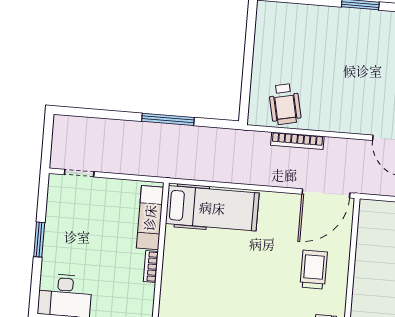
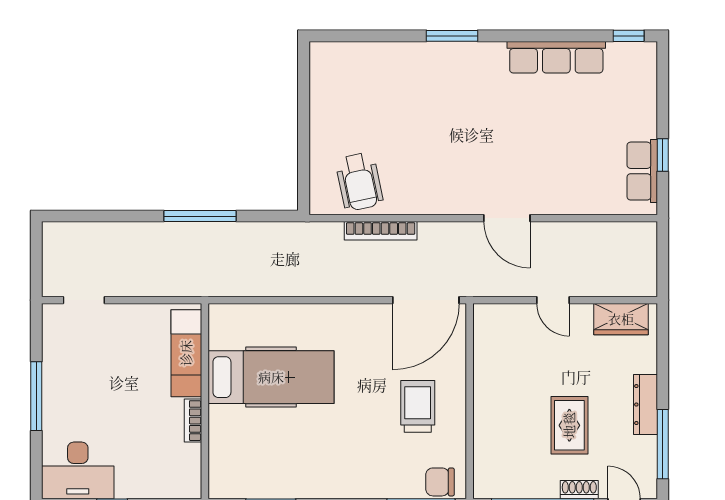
hospital bed: (212, 208) -> (271, 377), moved
window: (39, 240) -> (36, 396), width x1.44

